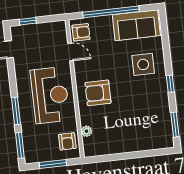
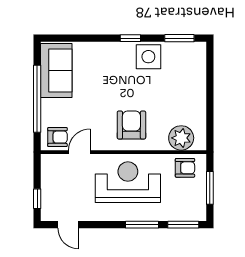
armchair: (81, 32) -> (57, 137), turned 90
side table: (143, 64) -> (148, 57), moved
armchair: (98, 93) -> (131, 125), turned 180
plant: (86, 131) -> (181, 138), width x1.88, depth x1.88

